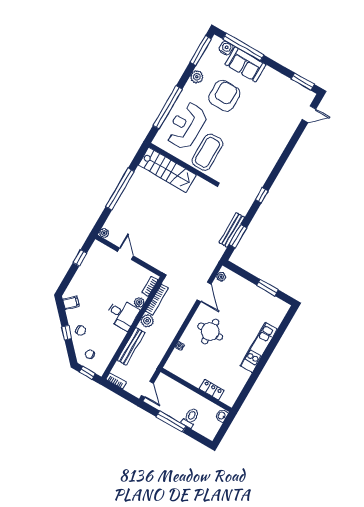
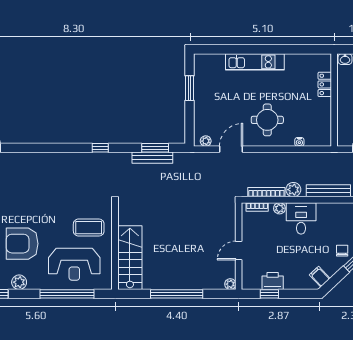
coffee table: (207, 152) -> (89, 228), width x0.73, depth x0.76
printer: (88, 266) -> (273, 281), added

